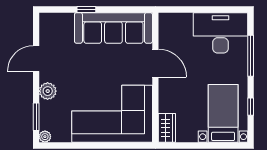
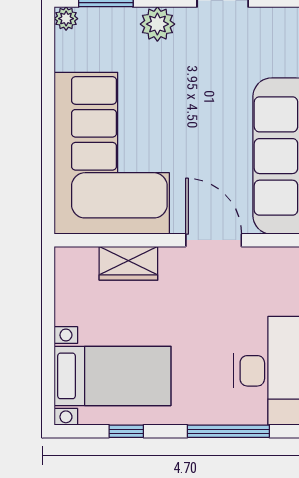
door: (155, 63) -> (214, 240), swing flipped
wardrobe: (167, 128) -> (128, 263), moved

